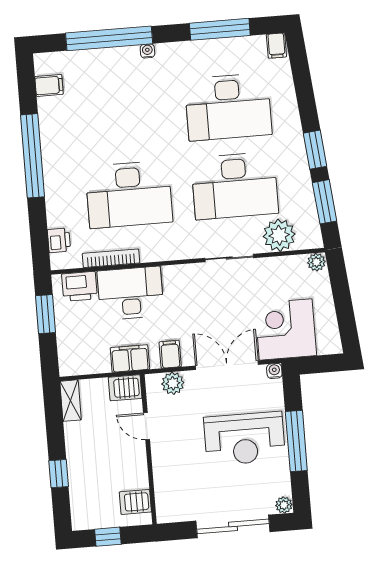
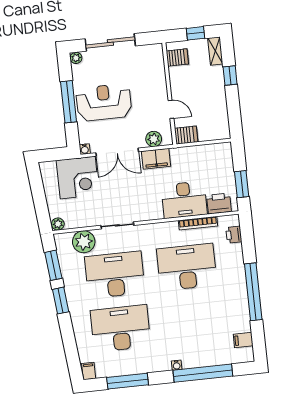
filing cabinet: (170, 354) -> (156, 159), width x2.00
filing cabinet: (130, 358) -> (183, 155), removed
shelving: (70, 401) -> (215, 51), moved

